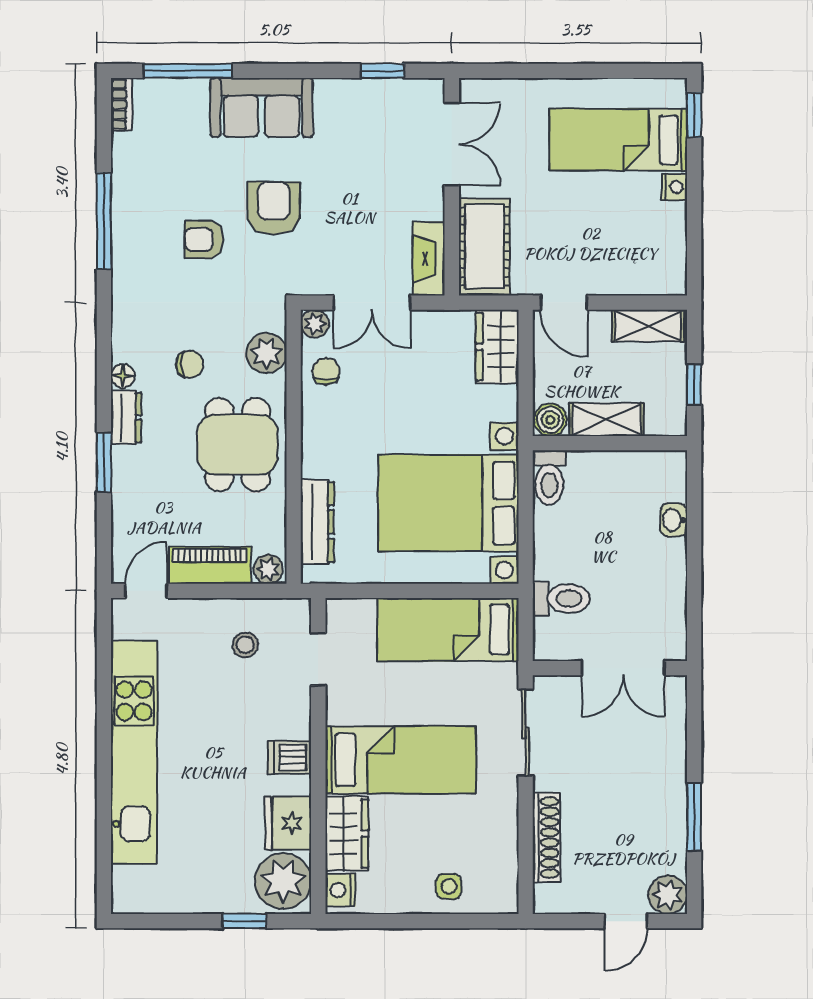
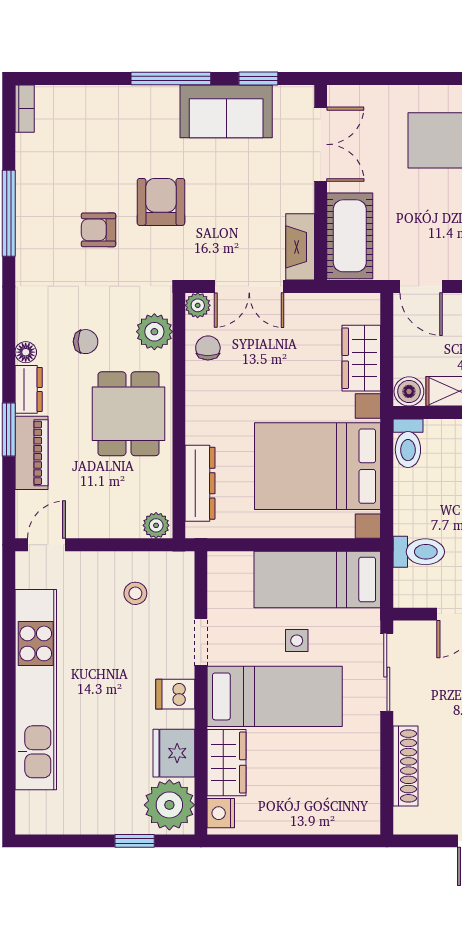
window: (188, 71) -> (171, 79), moved
sofa: (261, 107) -> (226, 111), moved
wardrobe: (497, 347) -> (361, 358), moved
piano: (210, 565) -> (31, 453), moved, turned 90
doorway: (318, 659) -> (201, 642), moved
side table: (449, 886) -> (297, 641), moved

